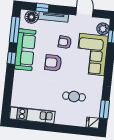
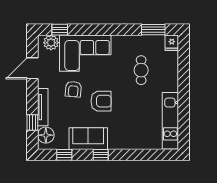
window: (15, 30) -> (64, 155), width x0.46
sofa: (25, 50) -> (88, 139), width x0.73
armchair: (53, 63) -> (101, 101), turned -90

